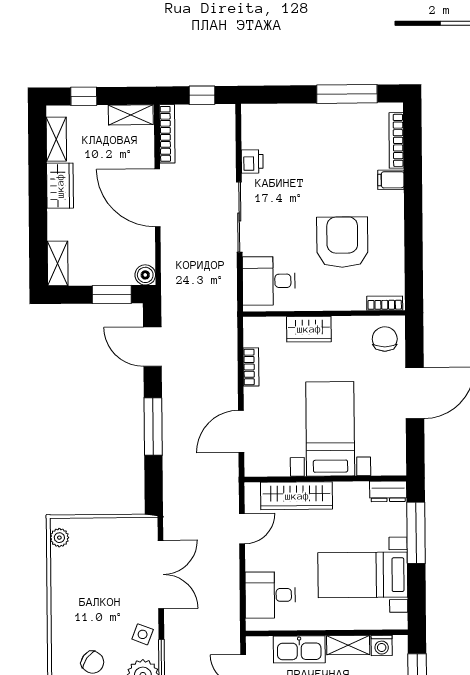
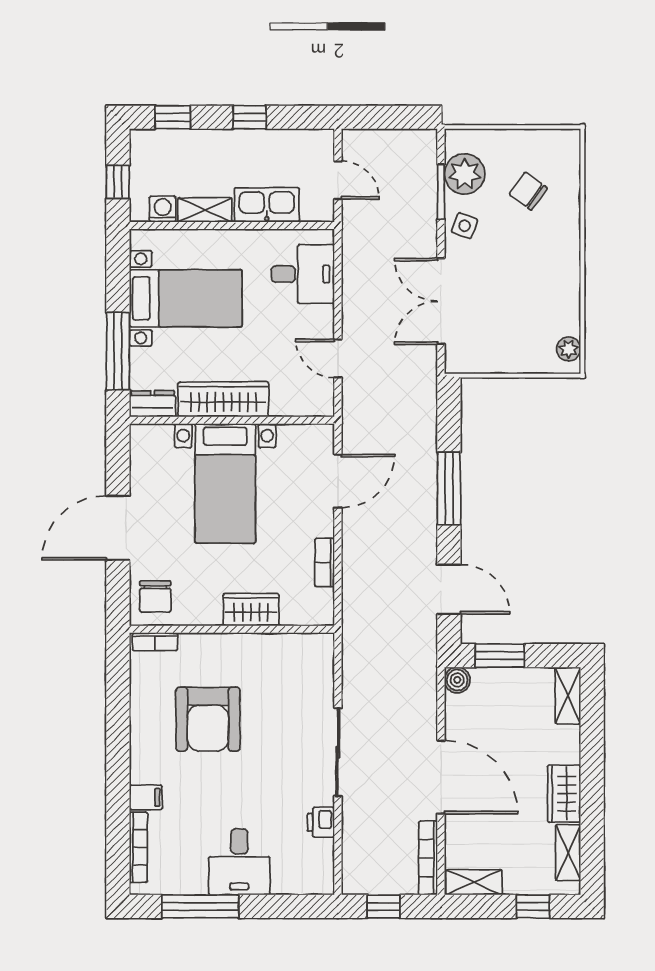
desk: (269, 281) -> (239, 862), moved, turned 90
wardrobe: (297, 496) -> (223, 399), moved
door: (242, 529) -> (338, 358), hinge flipped

